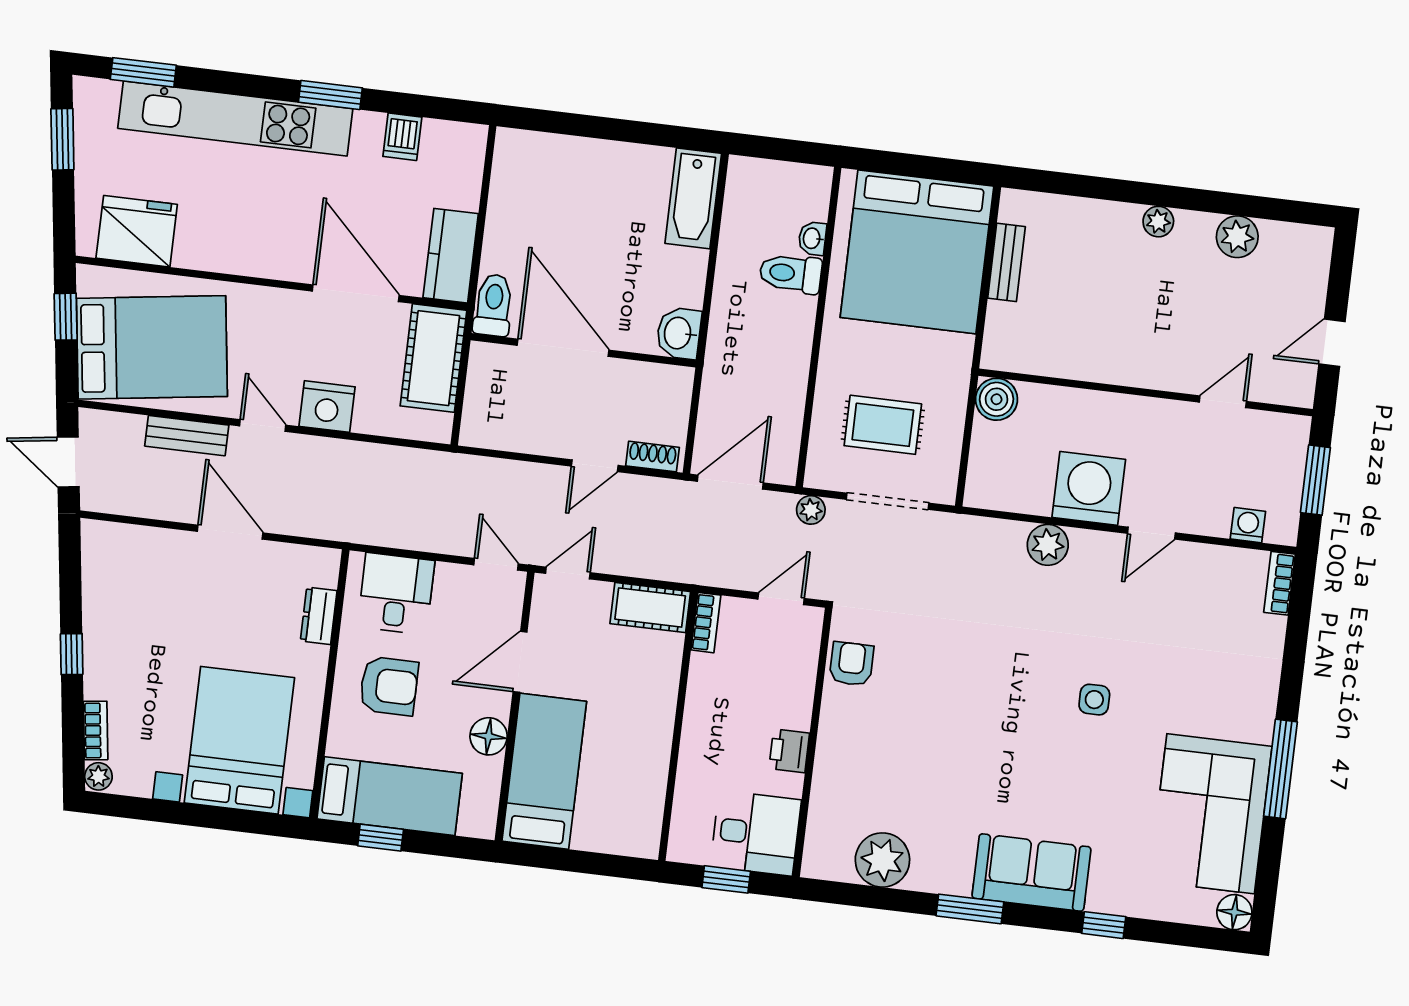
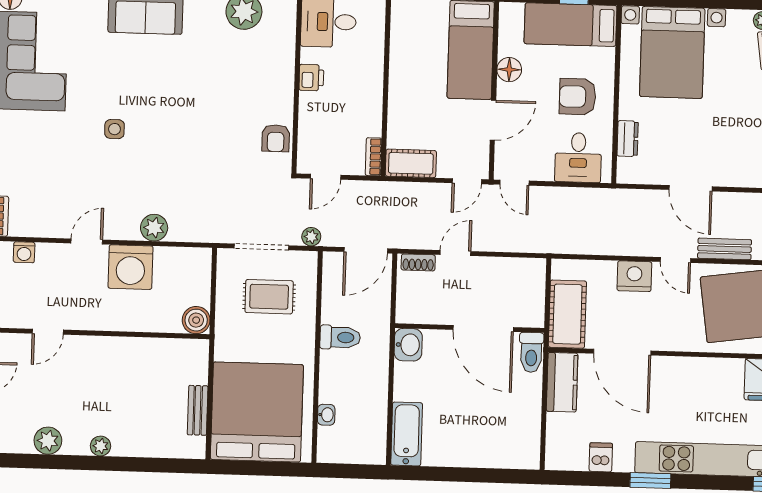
toilet: (791, 273) -> (340, 337), moved

